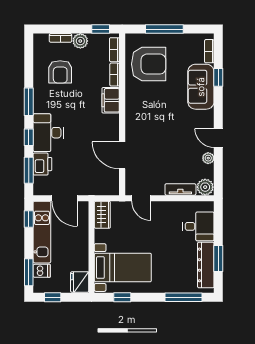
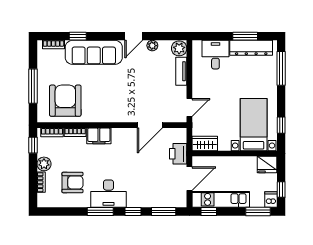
sofa: (201, 87) -> (94, 52), width x1.36
desk: (48, 133) -> (108, 194), moved
printer: (42, 164) -> (178, 154), moved, turned -90
dishwasher: (42, 271) -> (271, 200), moved

